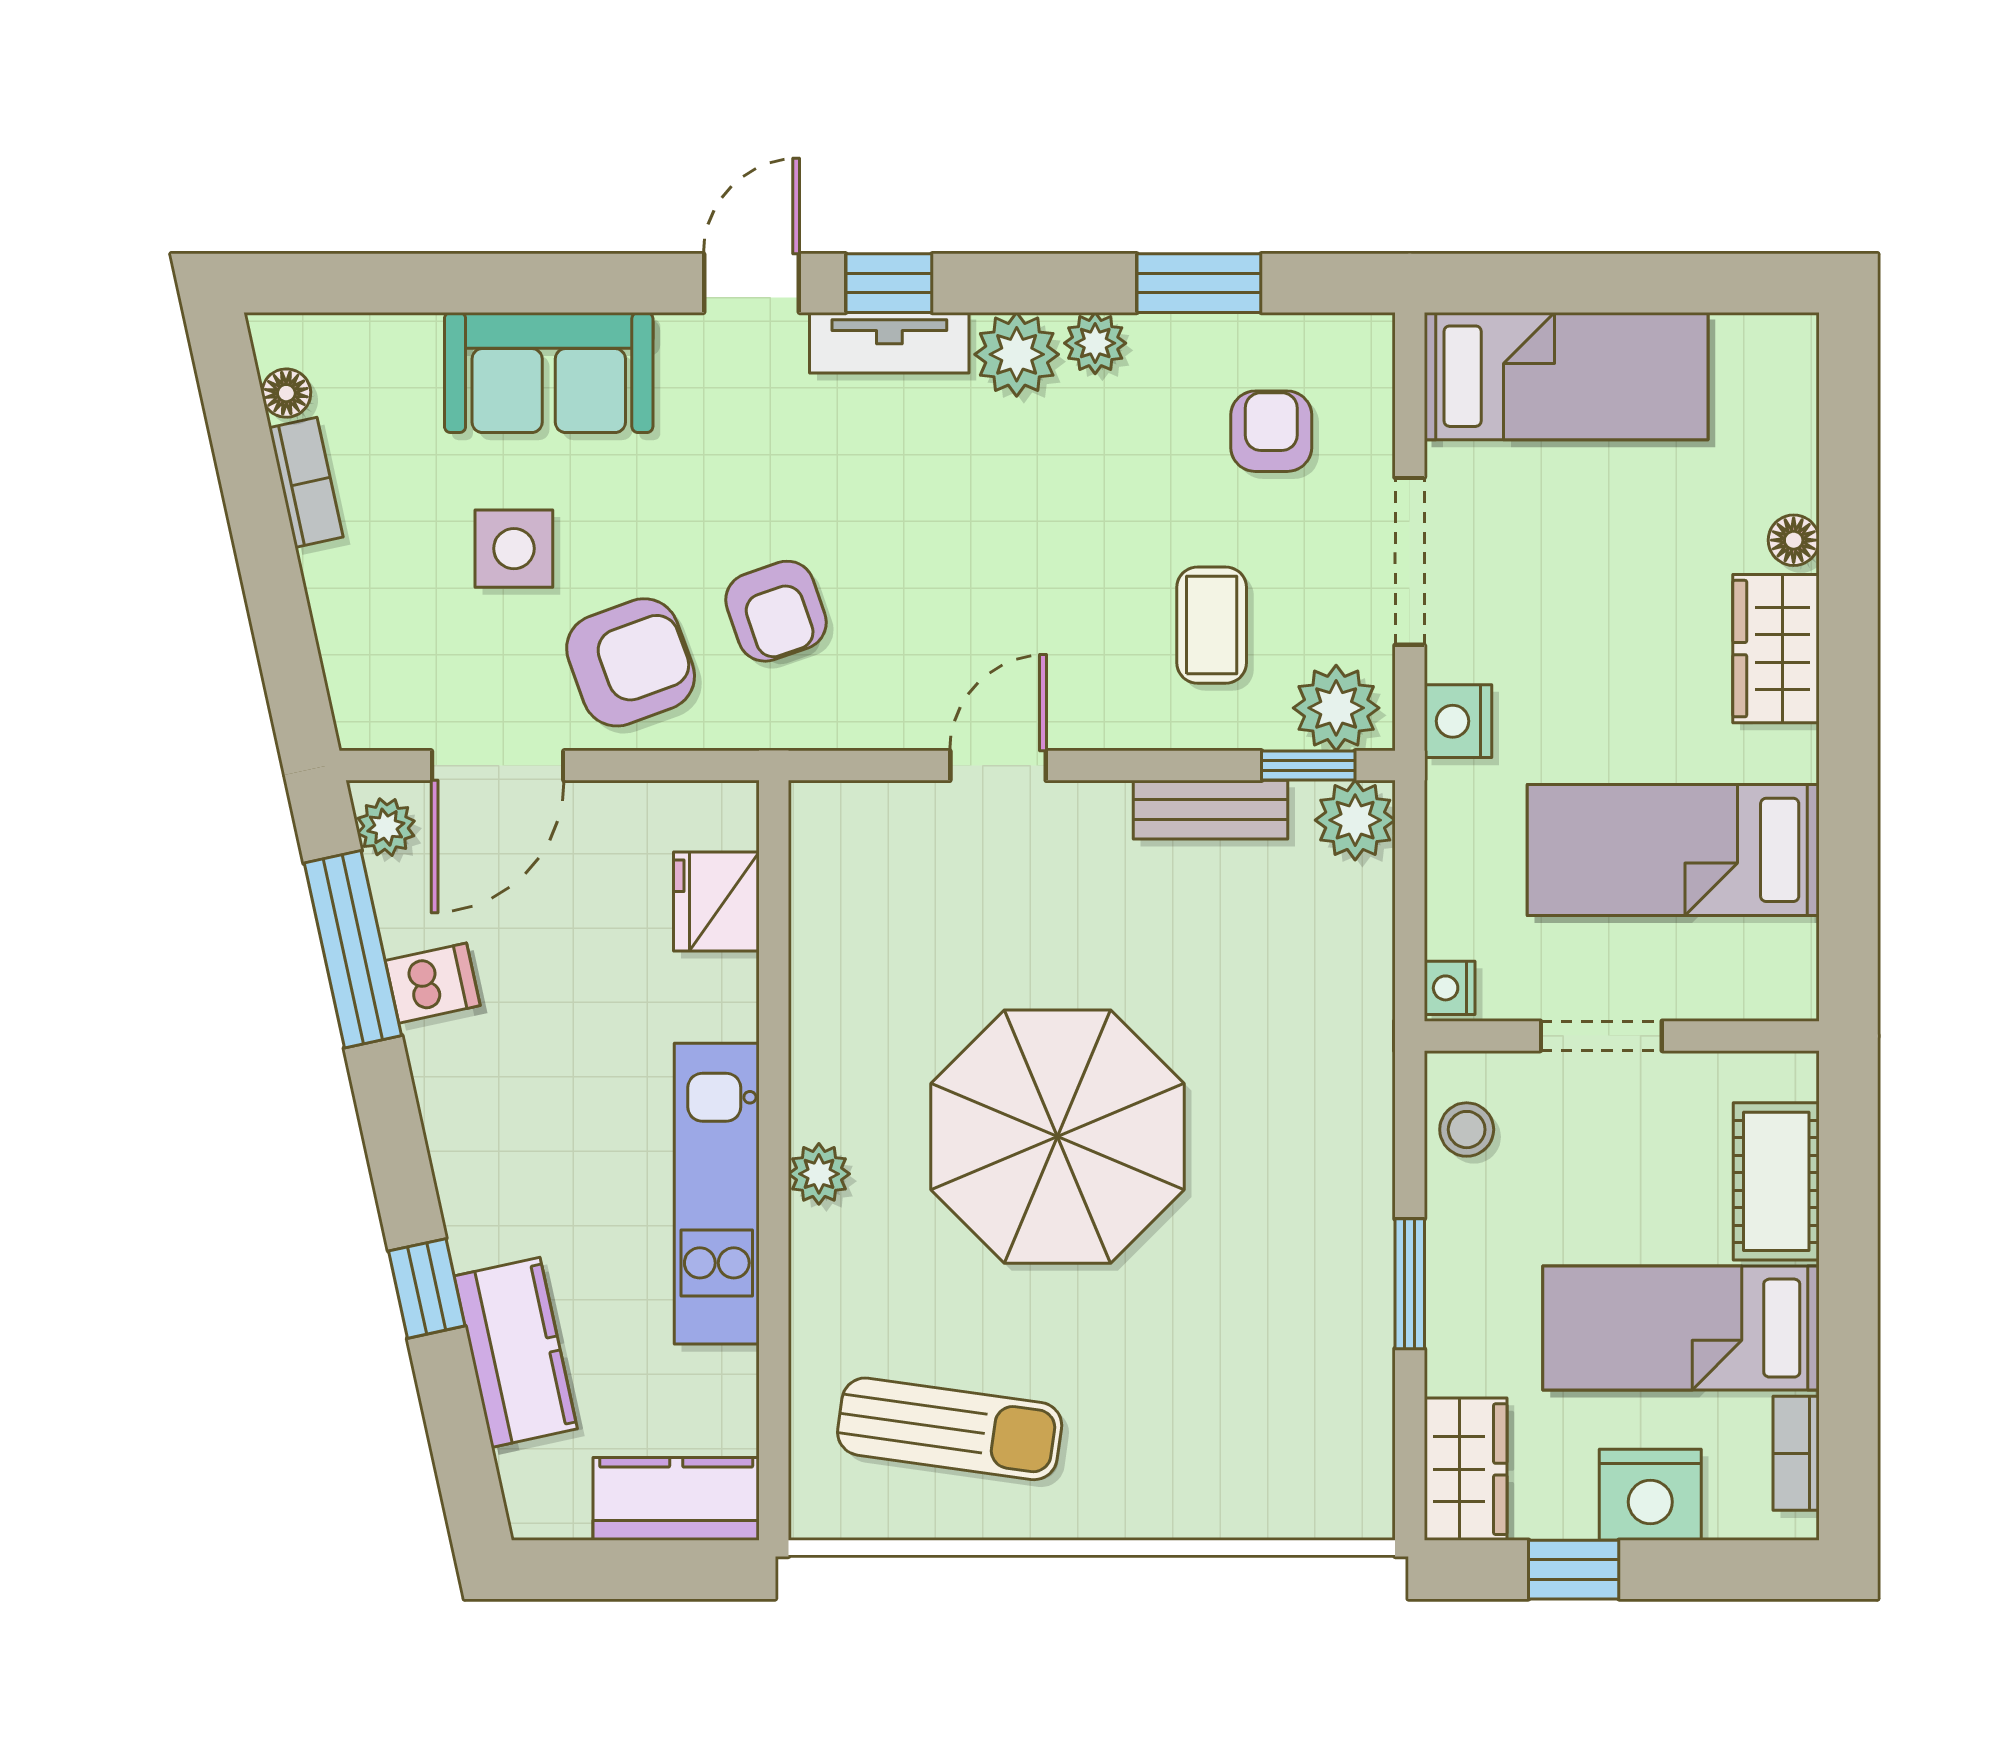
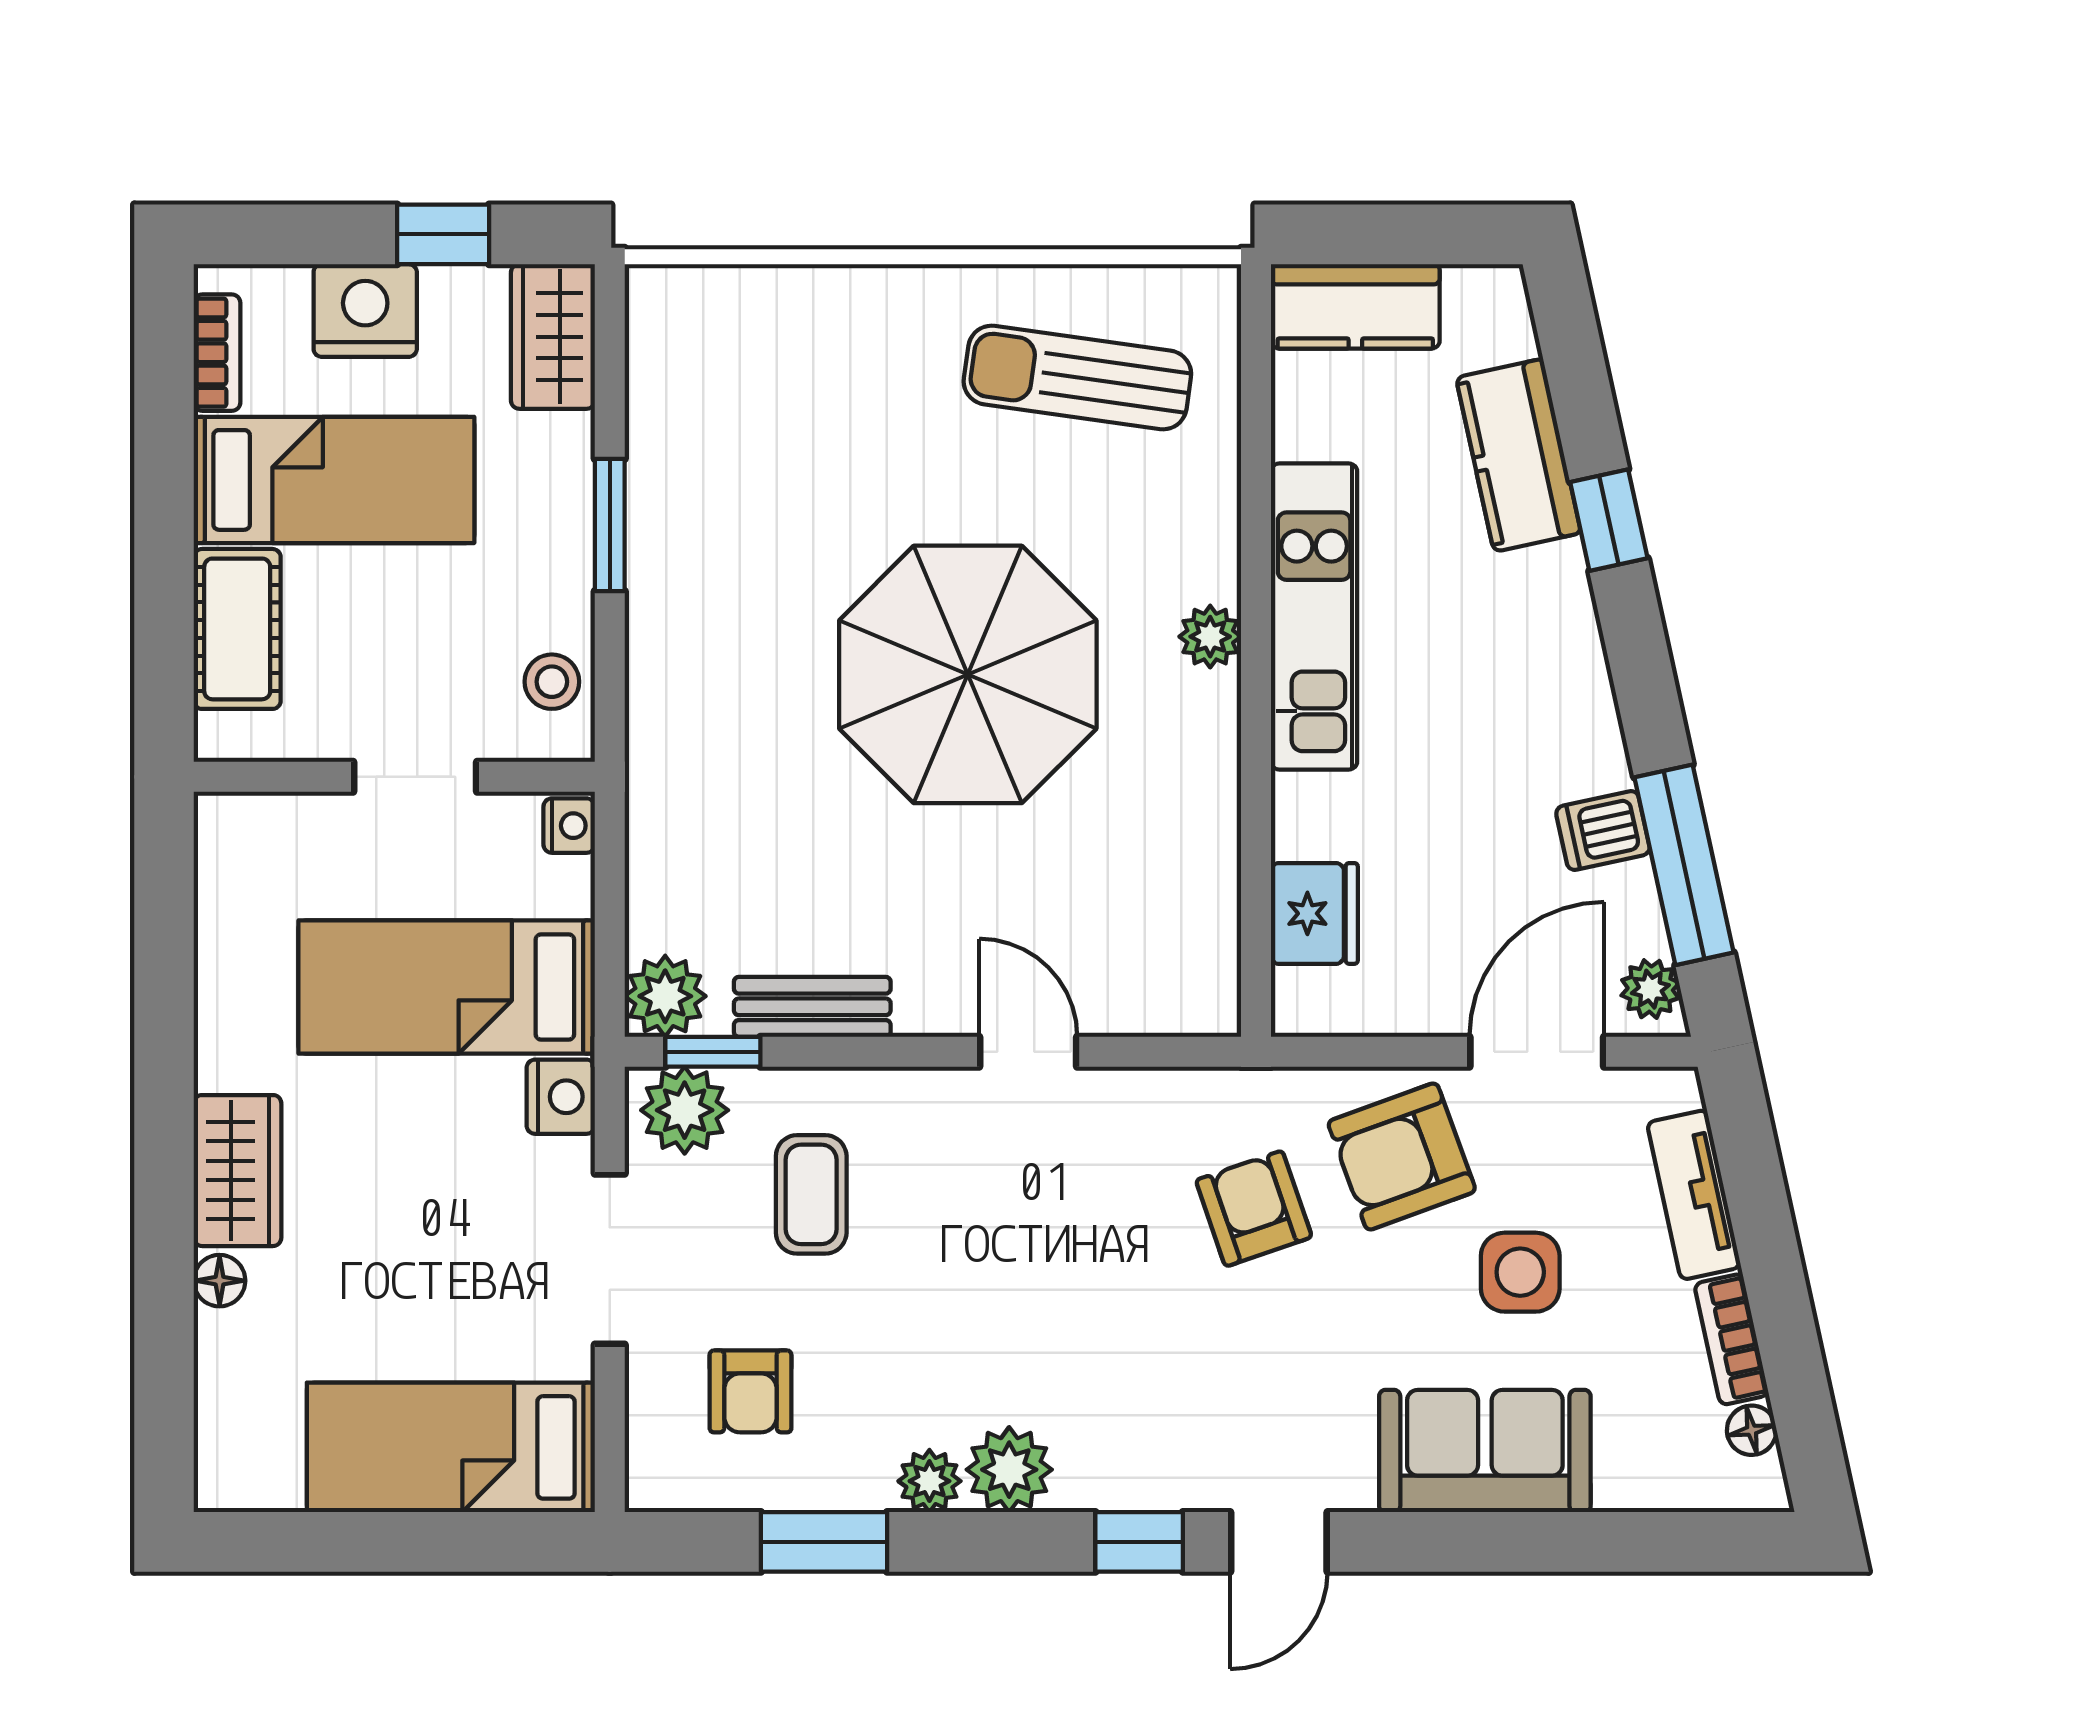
tv unit: (889, 343) -> (1694, 1195), moved, turned -102
door: (998, 766) -> (1028, 1052), swing flipped
bed: (1673, 850) -> (447, 987), moved, turned 180

